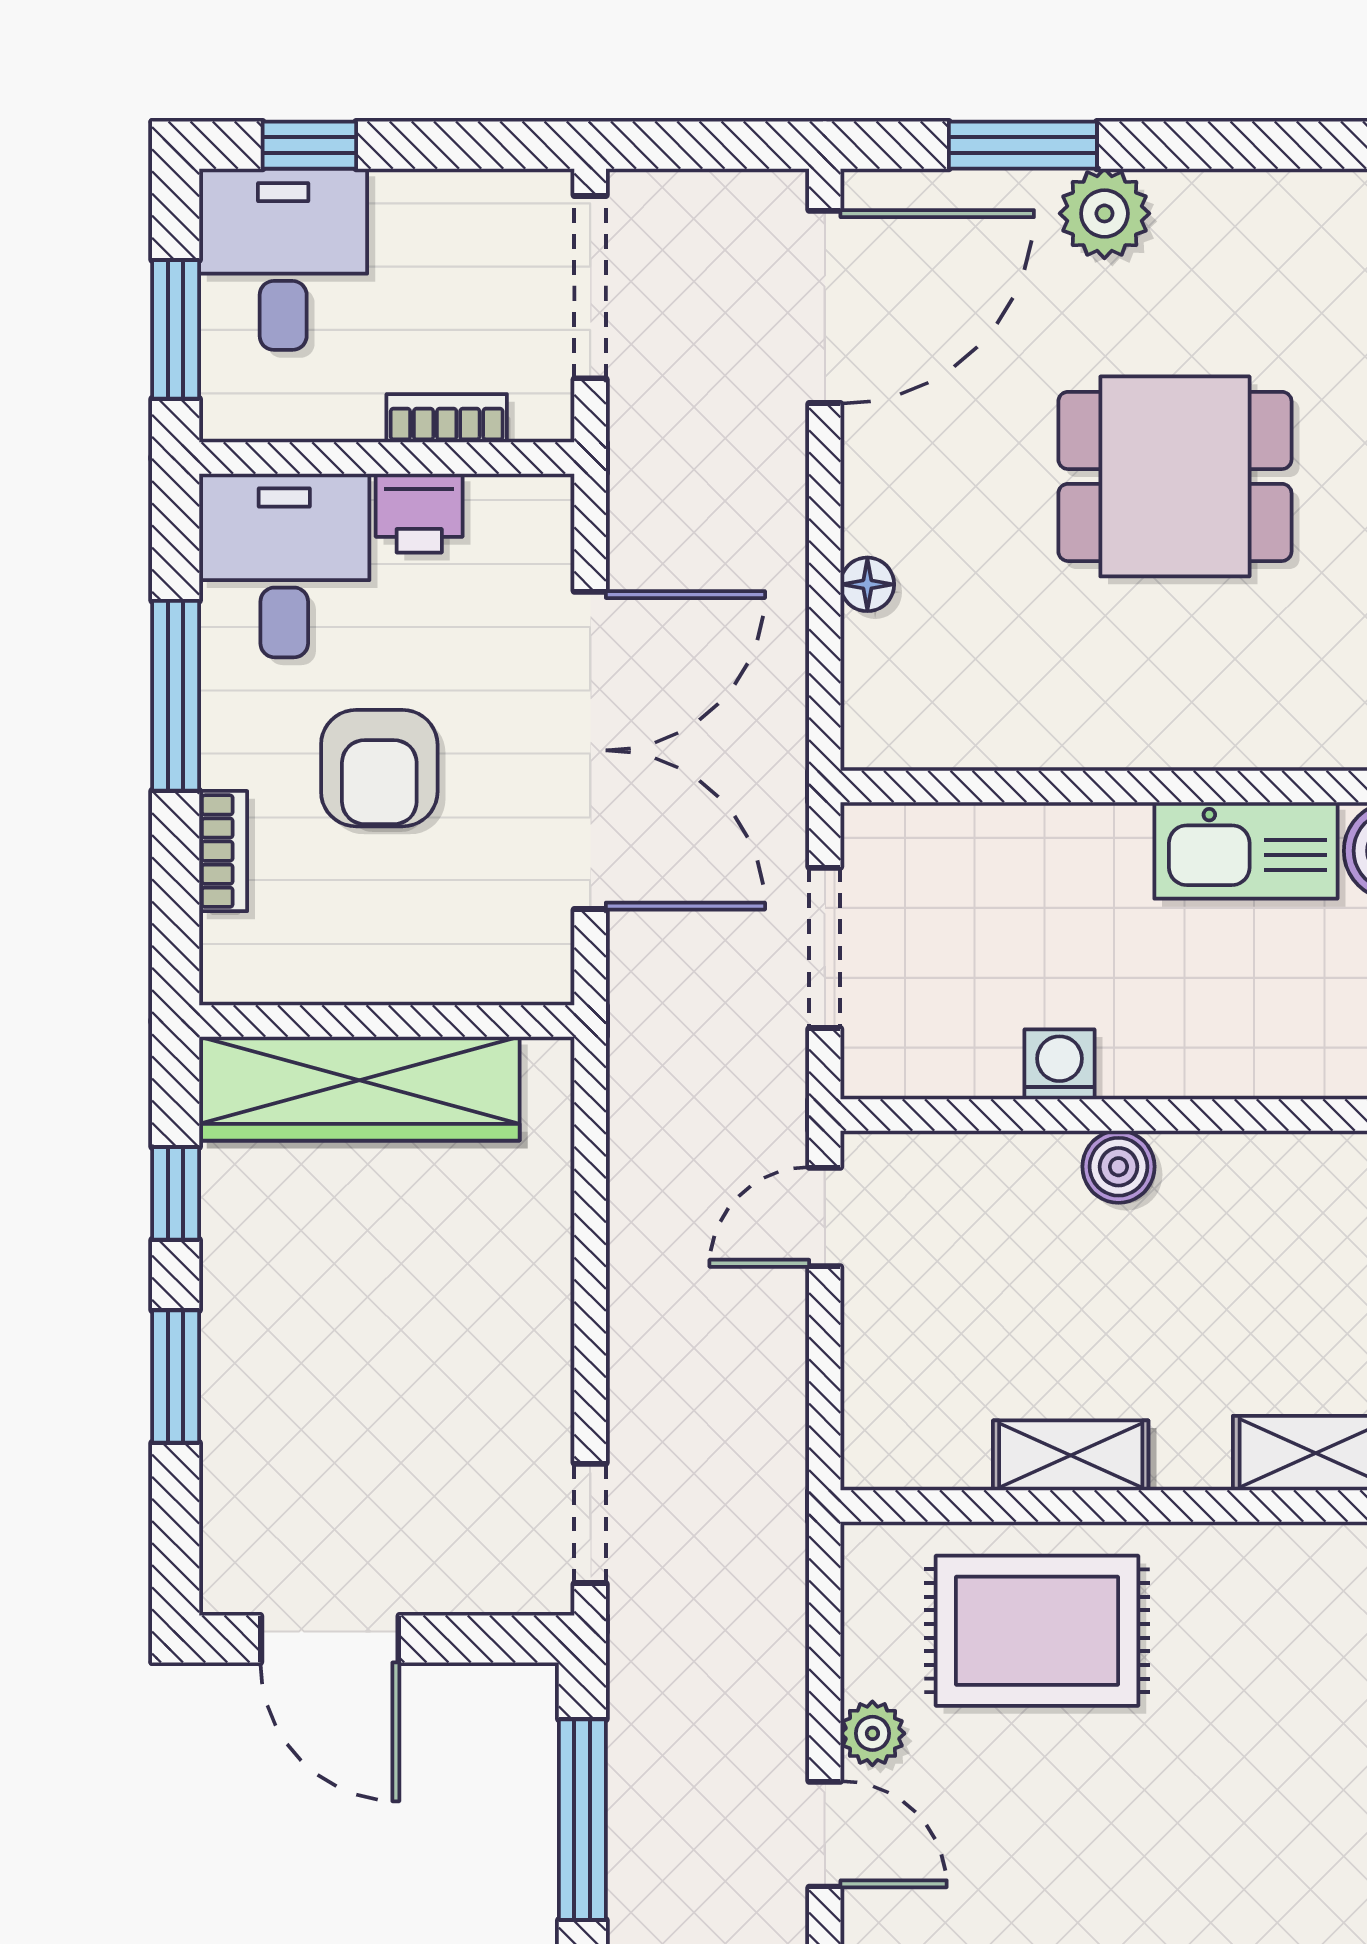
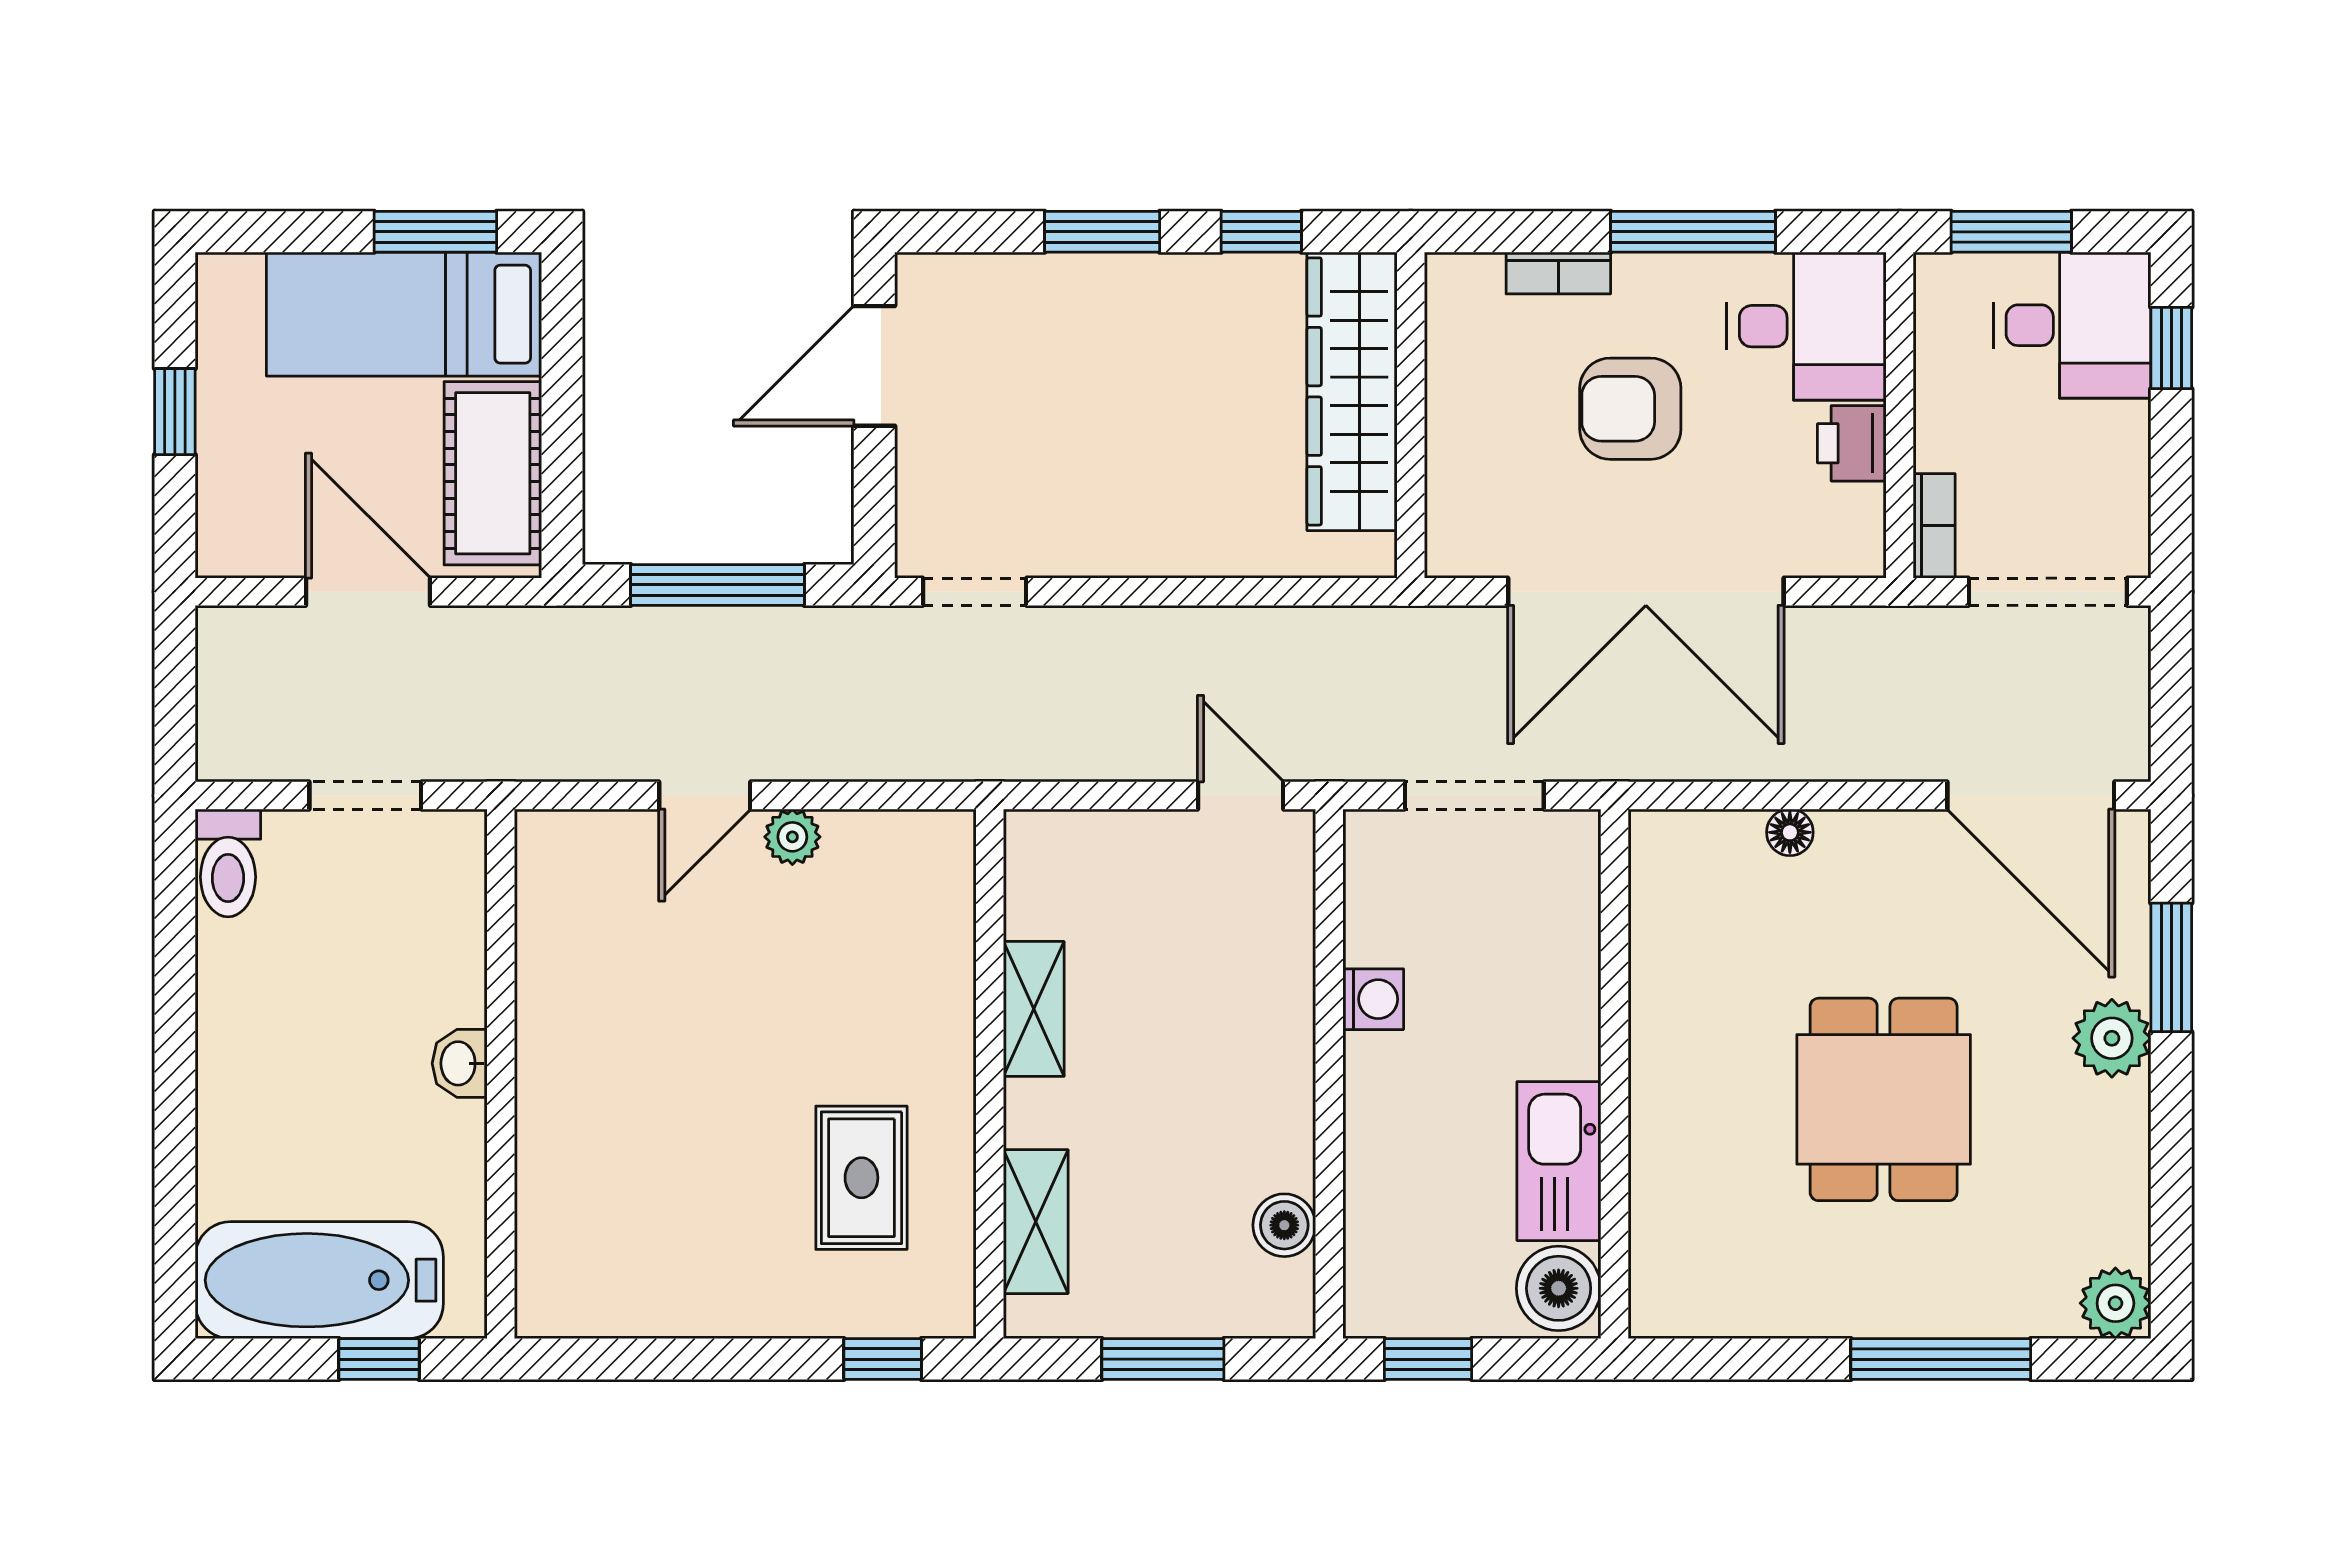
bookcase: (447, 418) -> (1934, 526), moved
boiler: (1118, 1167) -> (1284, 1225), moved
rug: (1037, 1631) -> (861, 1178), moved, width x0.73, depth x0.70

